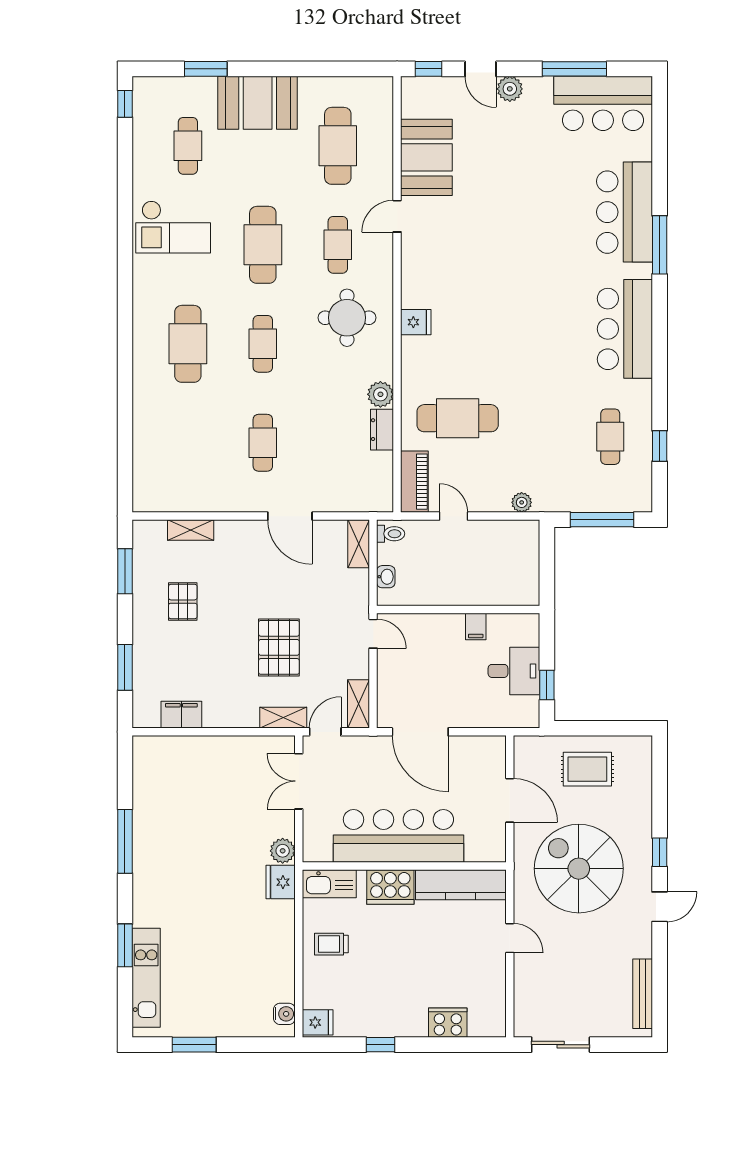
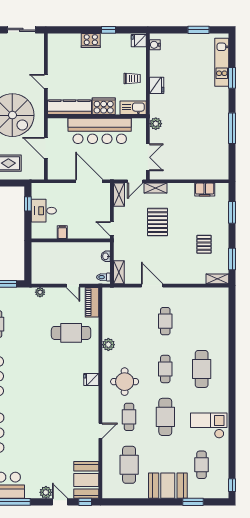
booth: (426, 157) -> (86, 480), moved
dresser: (382, 430) -> (108, 327), removed
shelving: (191, 530) -> (217, 279), moved
fridge: (281, 882) -> (157, 85), moved
cooker: (448, 1023) -> (91, 41), moved

